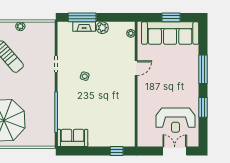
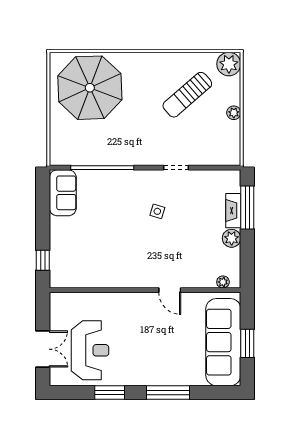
reception desk: (175, 120) -> (90, 350), turned 180

